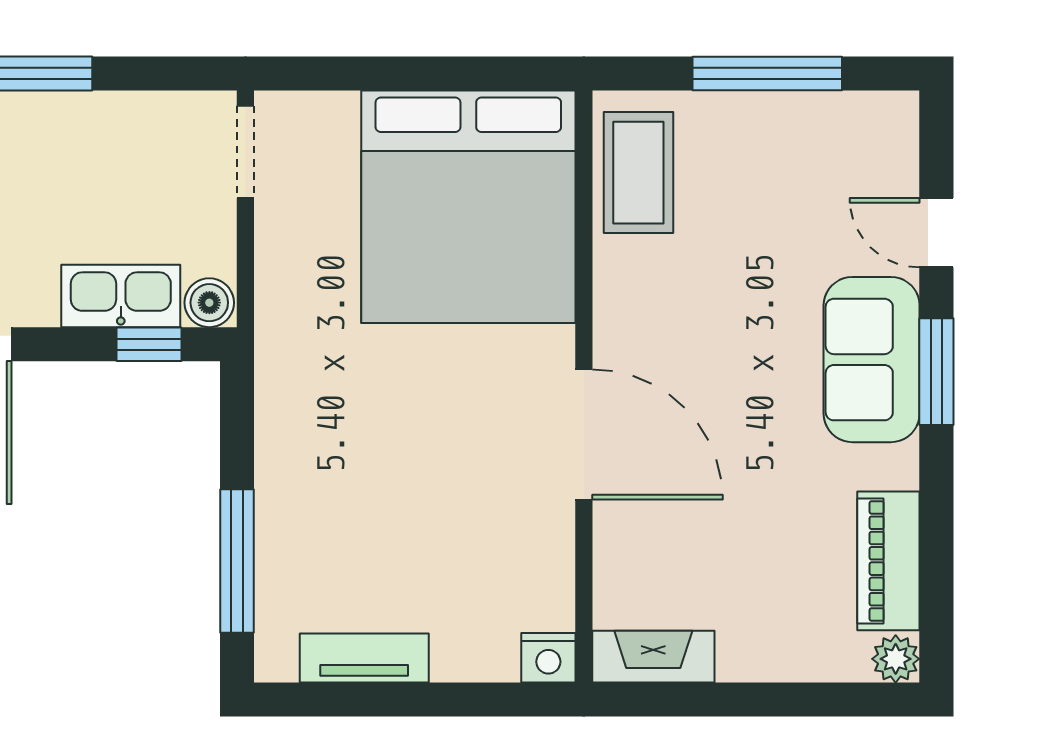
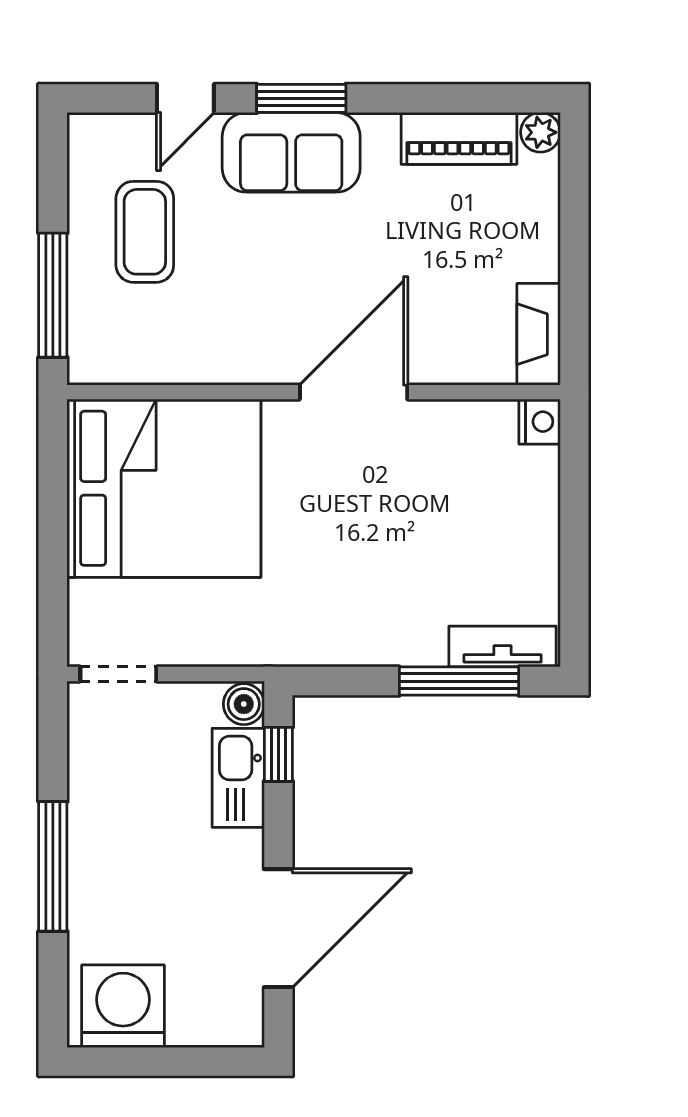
window: (767, 73) -> (53, 295), moved
coffee table: (638, 173) -> (145, 232), moved, turned 90
tv unit: (364, 658) -> (503, 646), moved, turned 90

